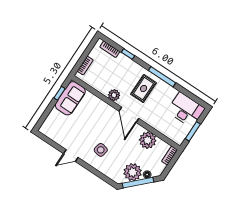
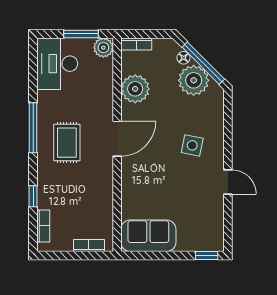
rug: (144, 89) -> (67, 143), turned 90
window: (59, 93) -> (207, 255), moved
plant: (114, 95) -> (103, 48), moved

